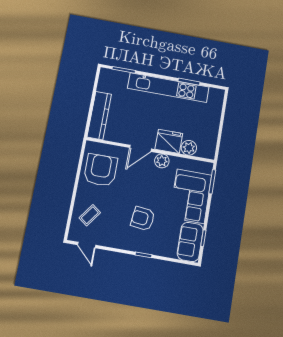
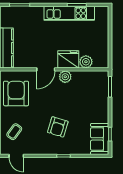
kitchen unit: (168, 88) -> (69, 13), width x0.73
corner sofa: (191, 196) -> (94, 102), removed
armchair: (143, 219) -> (58, 127), turned -80

